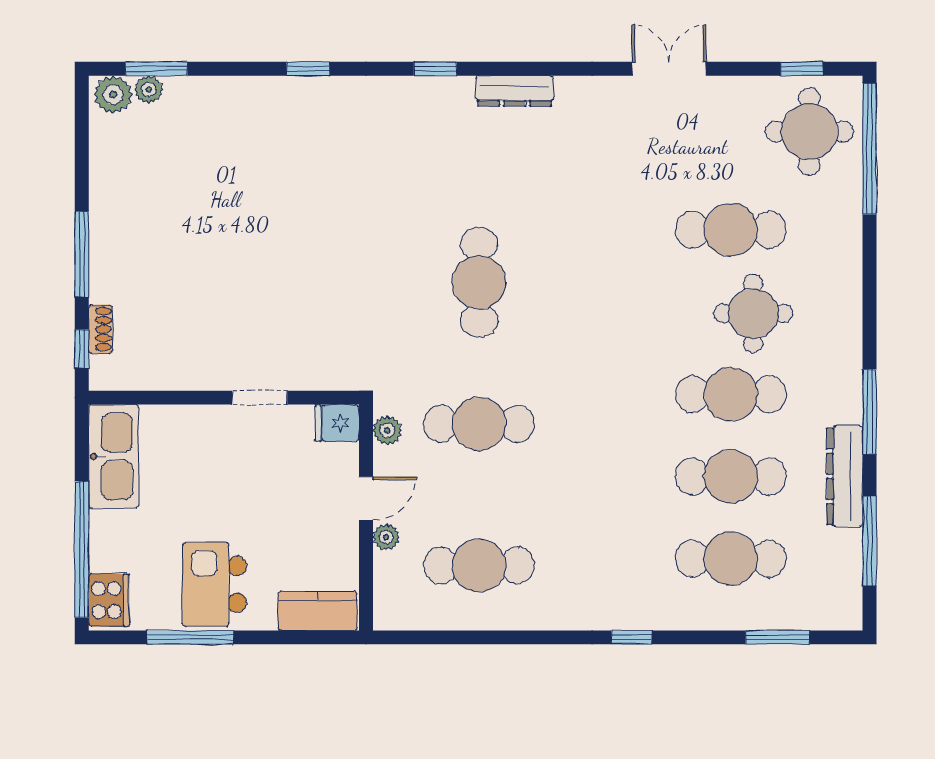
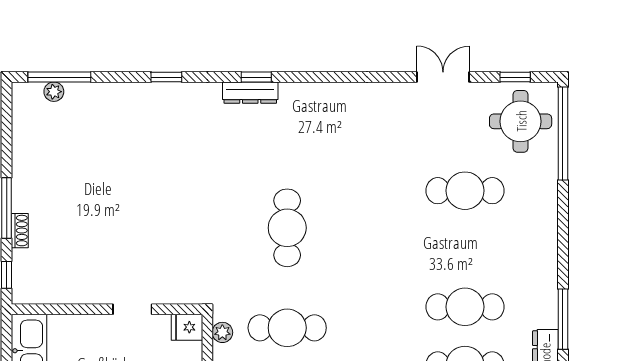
window: (157, 69) -> (59, 77), width x1.44
double door: (669, 69) -> (443, 77), moved
dresser: (514, 91) -> (250, 93), moved
plant: (113, 95) -> (29, 95), removed
round table: (753, 313) -> (481, 250), removed
shoe rack: (100, 329) -> (20, 231), moved

